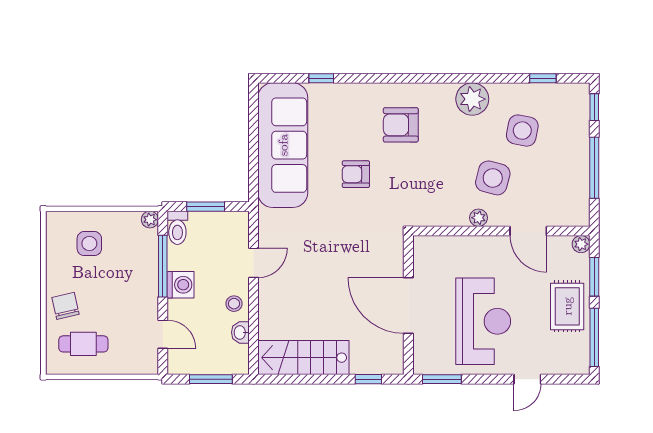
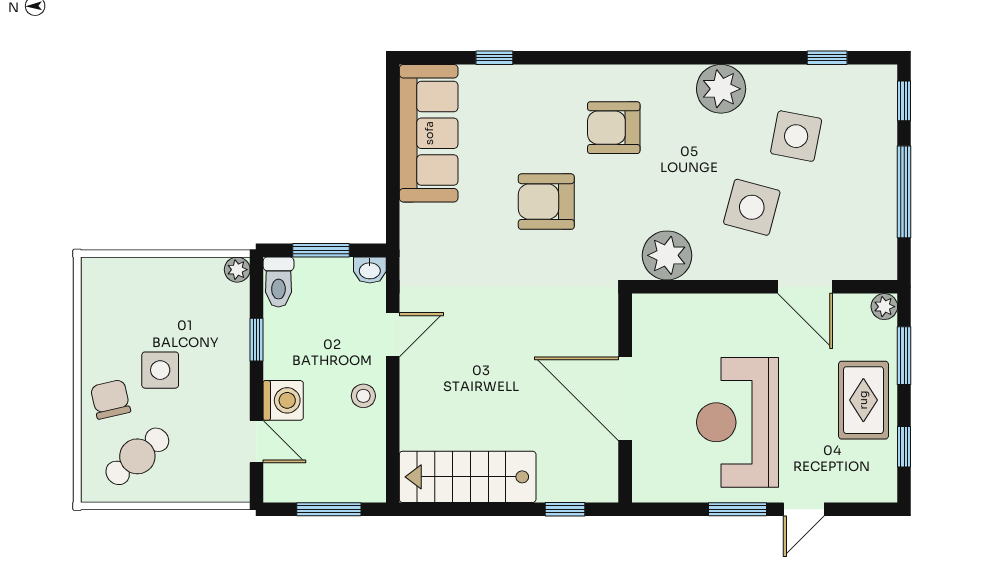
sofa: (283, 145) -> (429, 133), width x0.74, depth x0.79
armchair: (356, 174) -> (546, 202), width x1.38, depth x1.38
plant: (478, 218) -> (667, 255), moved, width x1.87, depth x1.87
side table: (89, 244) -> (160, 370), moved
window: (163, 266) -> (257, 340), width x0.46
washing machine: (181, 285) -> (283, 400), moved
reception desk: (483, 321) -> (737, 422), turned 180
washbasin: (240, 332) -> (370, 270), moved, turned -90
window: (594, 337) -> (904, 447), width x0.46
cafe table: (83, 344) -> (137, 456), turned -40
window: (442, 379) -> (737, 509), moved

